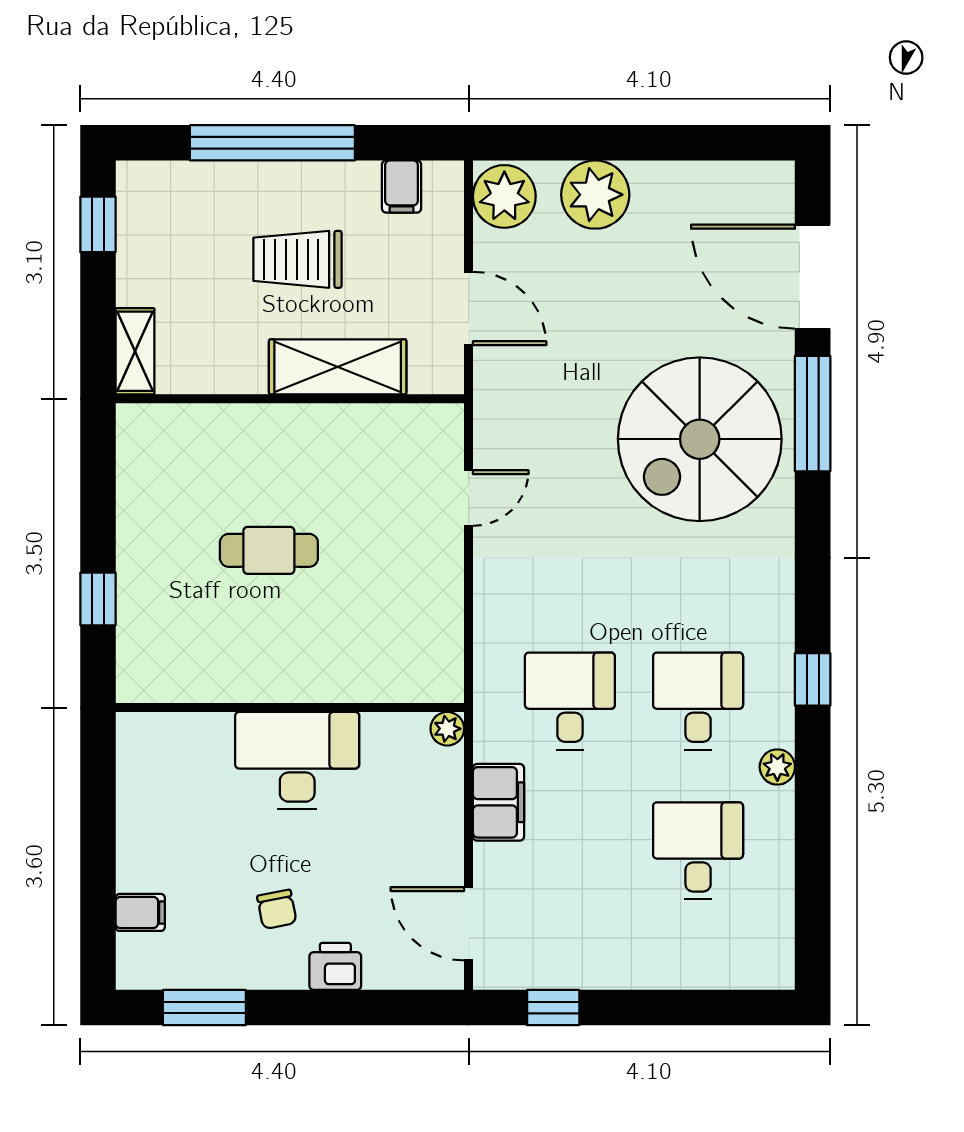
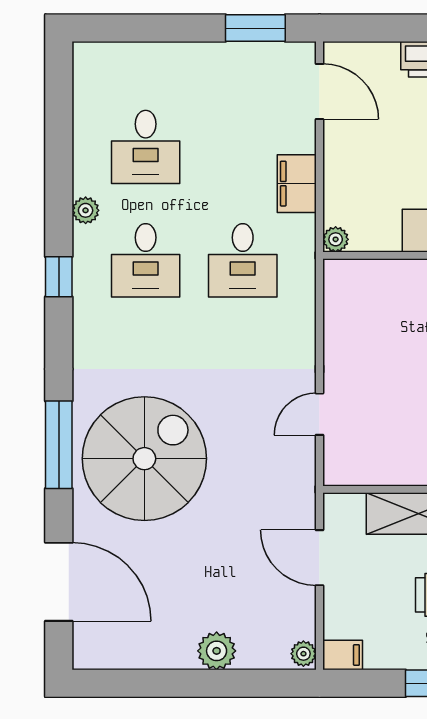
filing cabinet: (402, 187) -> (343, 655), moved, turned 90
plant: (595, 195) -> (217, 651), width x0.73, depth x0.73
plant: (504, 196) -> (303, 654), width x0.53, depth x0.53
window: (813, 414) -> (59, 445), moved
window: (553, 1008) -> (255, 28), width x1.50

